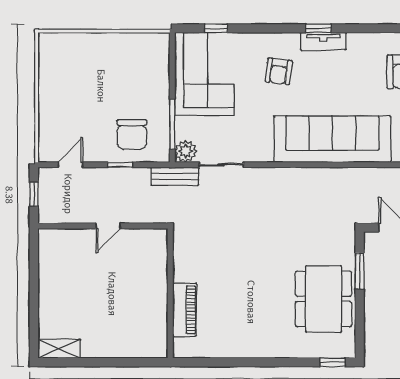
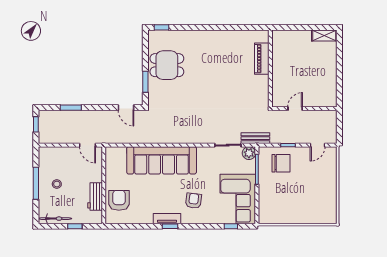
chair: (132, 134) -> (281, 163), turned 90
window: (34, 194) -> (339, 128), removed
wall: (170, 293) -> (270, 68), moved
dining table: (324, 299) -> (167, 65), width x0.73
piano: (185, 310) -> (262, 59), moved

